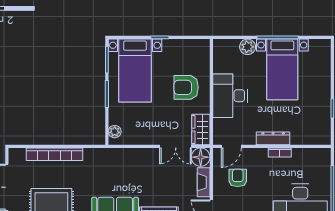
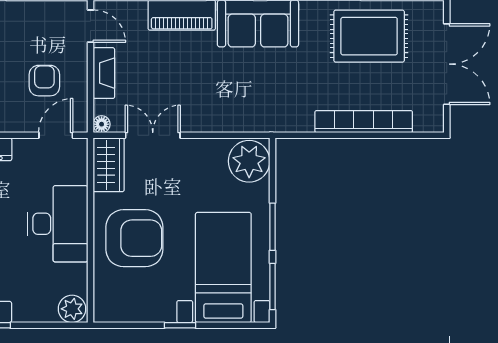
plant: (248, 47) -> (72, 309), moved
armchair: (186, 87) -> (134, 238), width x1.36, depth x1.36
plant: (115, 132) -> (249, 161), width x1.88, depth x1.88
floor lamp: (201, 157) -> (102, 124), width x0.53, depth x0.53
armchair: (238, 178) -> (44, 81), turned 180

